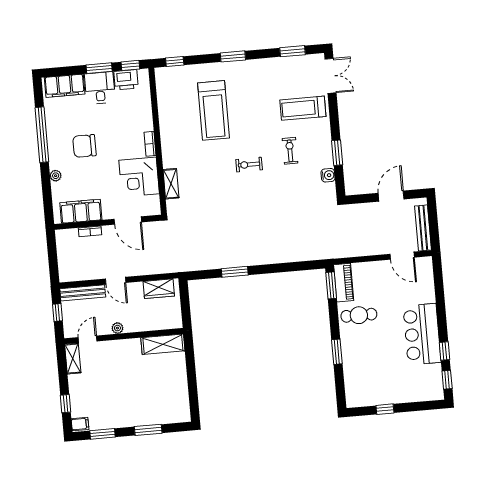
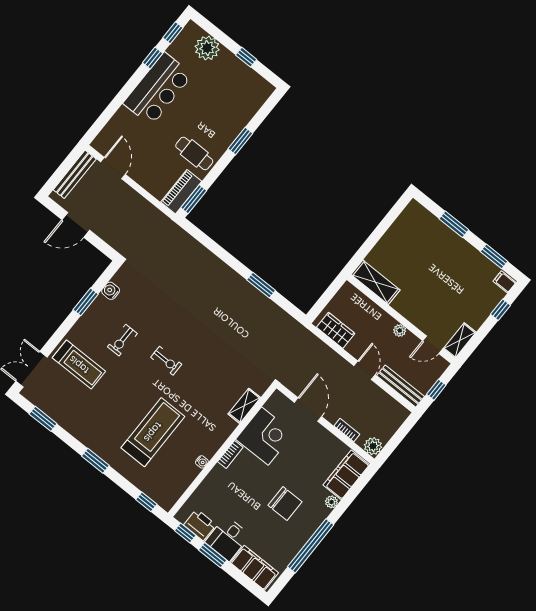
water cooler: (164, 121) -> (202, 462), added
filing cabinet: (81, 211) -> (346, 475), moved, turned 90
plant: (63, 237) -> (373, 446), added
plant: (416, 391) -> (207, 48), added

